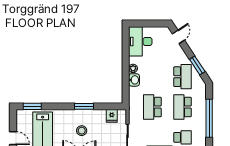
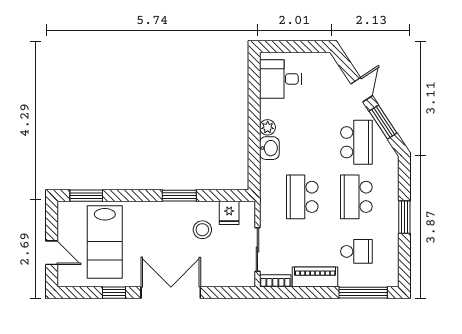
door: (178, 37) -> (362, 90), moved
desk: (140, 41) -> (281, 79), width x0.73
window: (209, 118) -> (404, 217), width x0.47
stool: (82, 131) -> (202, 230), moved

